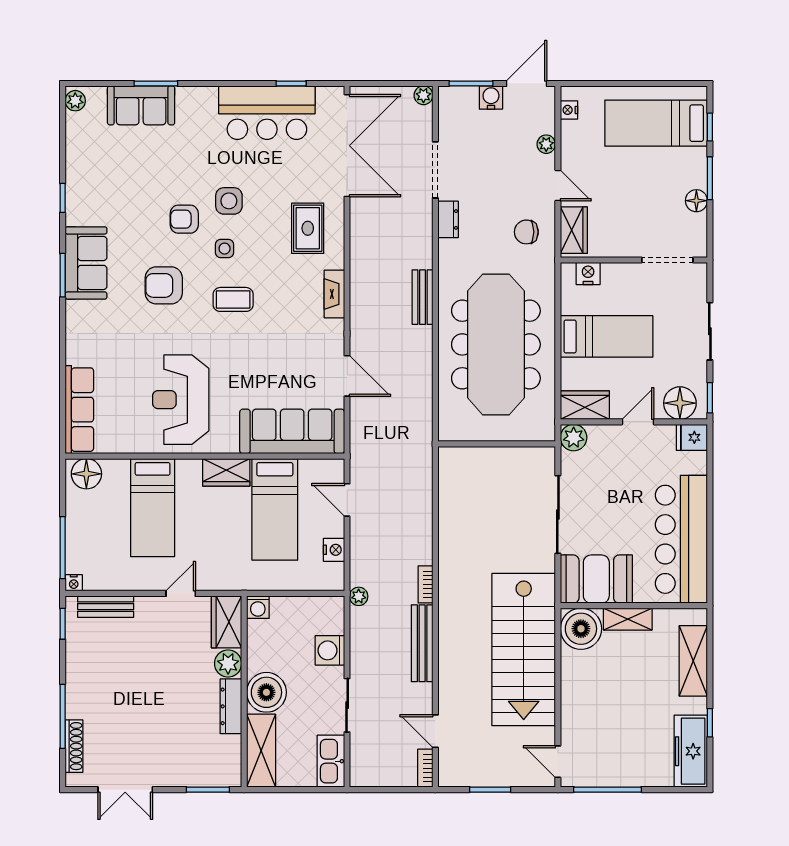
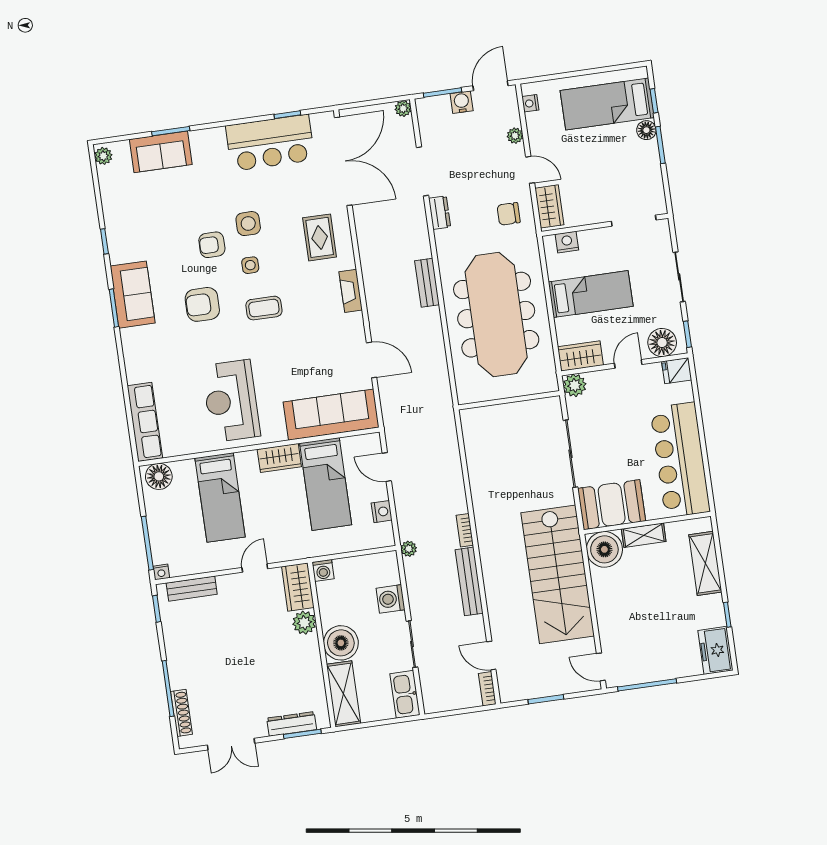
floor lamp: (696, 201) -> (646, 130), moved
dresser: (231, 706) -> (292, 724), moved, turned 90
freezer: (691, 751) -> (715, 650), width x0.71

